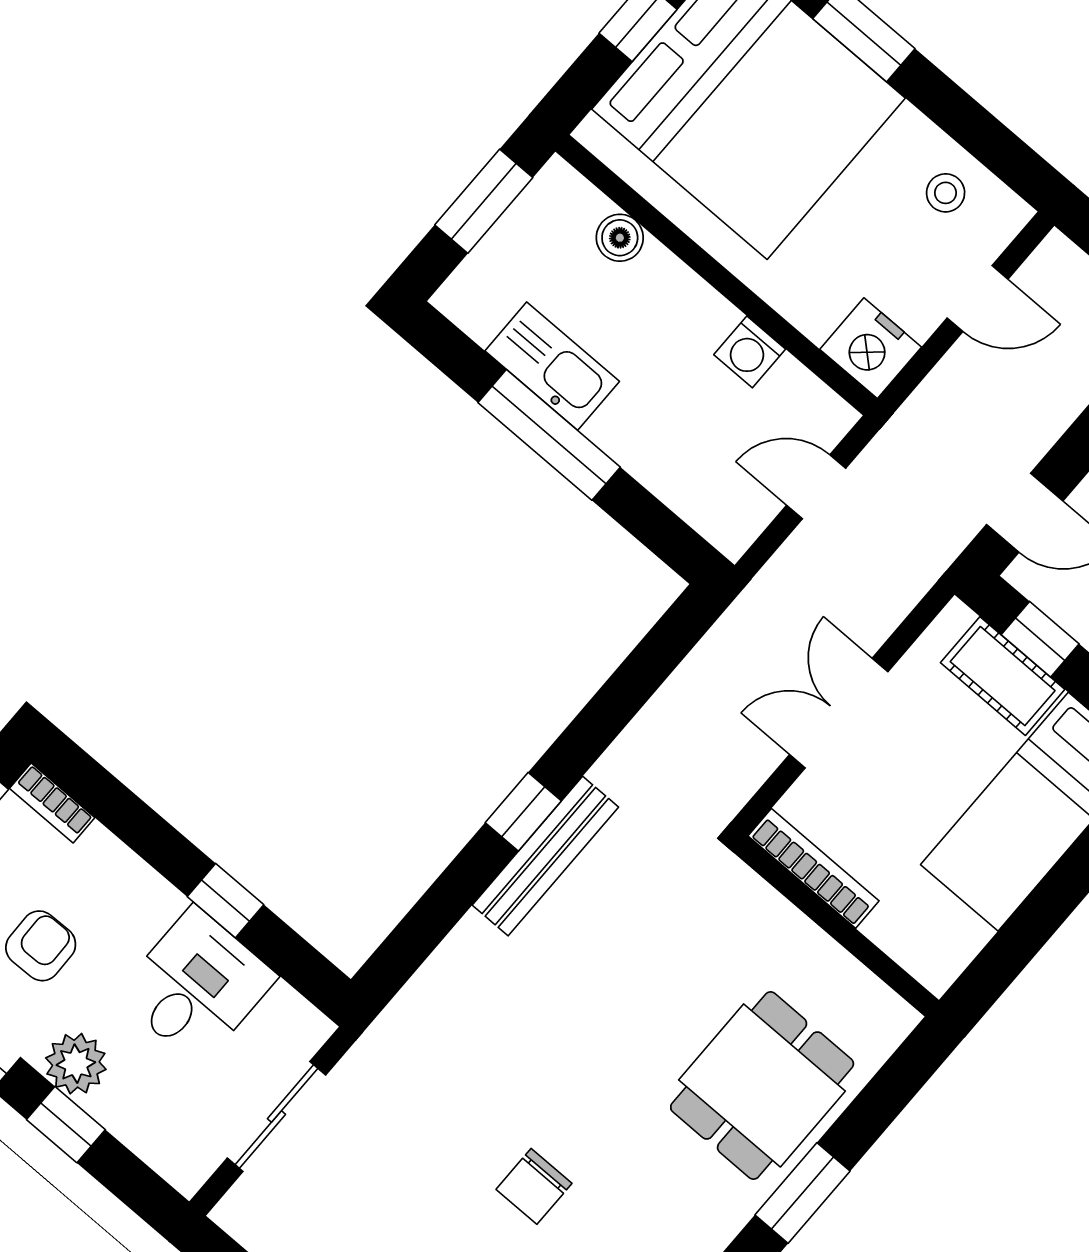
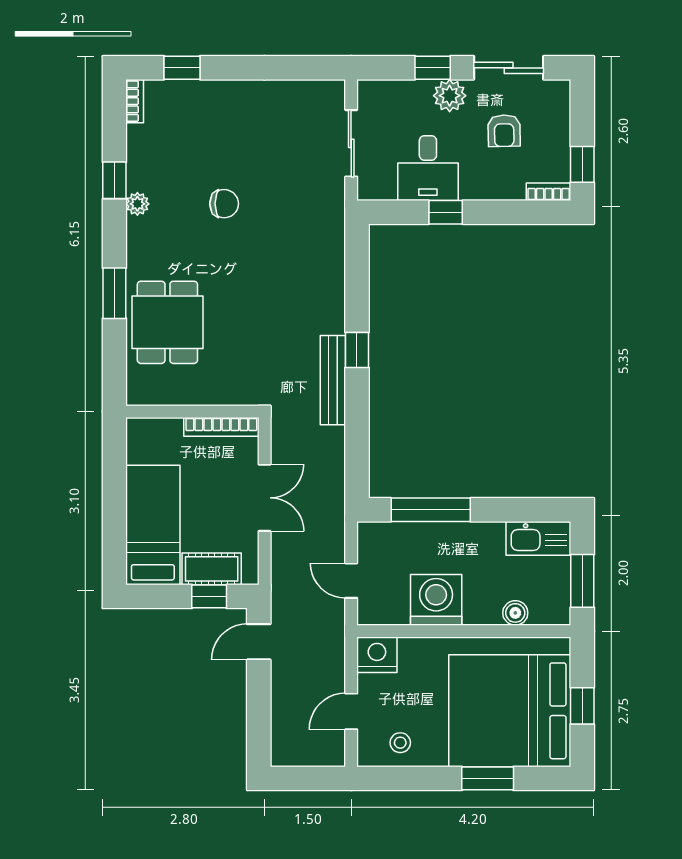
washing machine: (750, 352) -> (436, 600), width x1.89, depth x1.89
kitchen sink: (552, 366) -> (538, 538), moved
window: (549, 435) -> (431, 510), moved
door: (816, 487) -> (351, 581), swing flipped
bench: (545, 856) -> (333, 380), moved
chair: (534, 1186) -> (224, 204), turned 90

